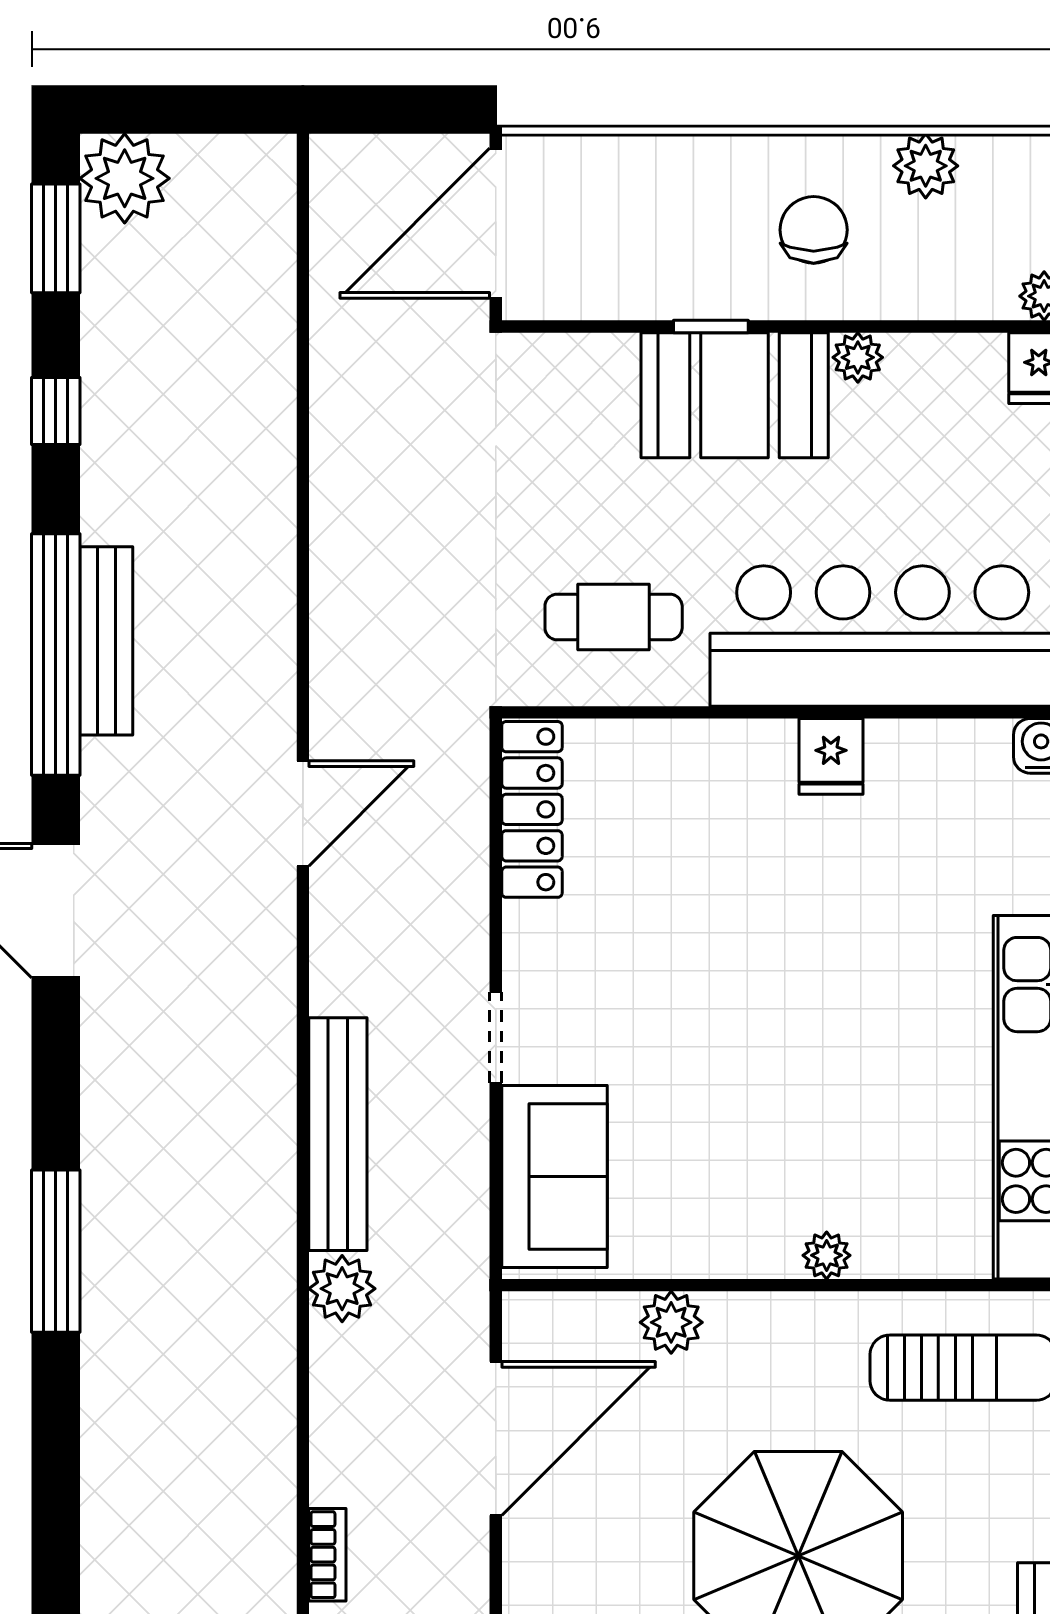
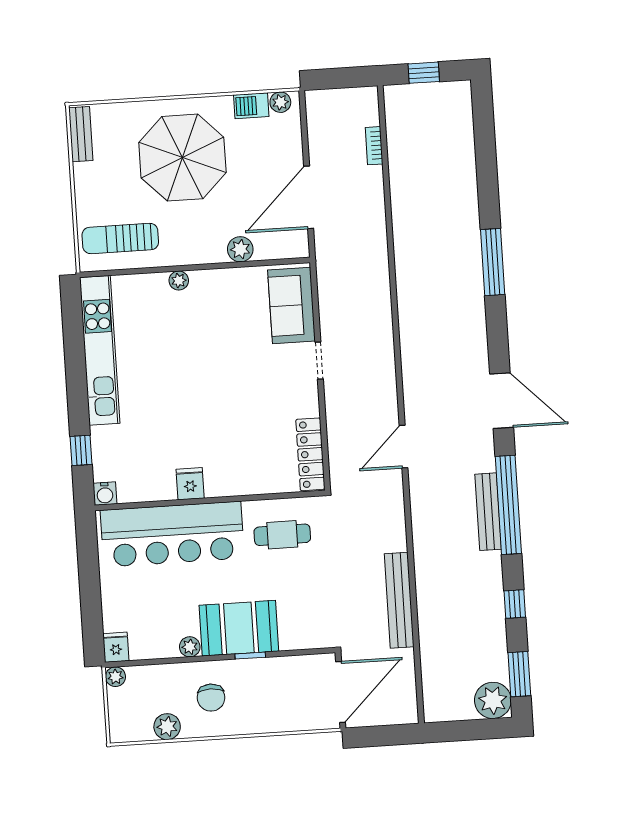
bench: (338, 1134) -> (399, 600), moved
plant: (342, 1289) -> (375, 254), removed

